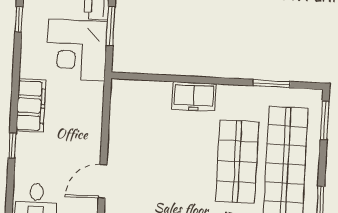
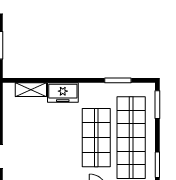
shelving: (150, 90) -> (31, 90), added

